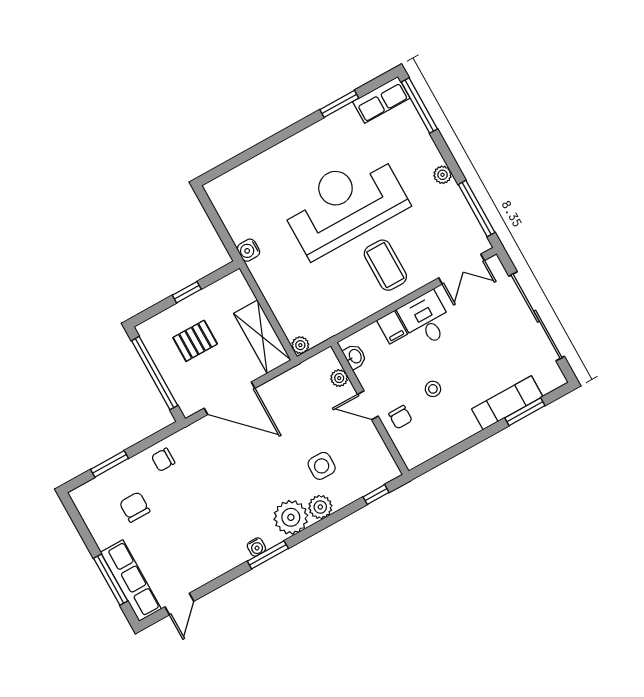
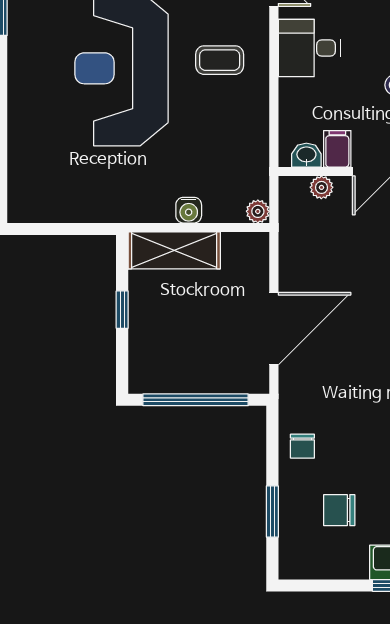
water cooler: (249, 250) -> (189, 210), moved
coffee table: (385, 265) -> (220, 60), width x0.73, depth x0.77
filing cabinet: (392, 327) -> (337, 149), moved, turned -90
shelving: (262, 337) -> (174, 250), moved
pallet: (195, 341) -> (184, 332), removed

